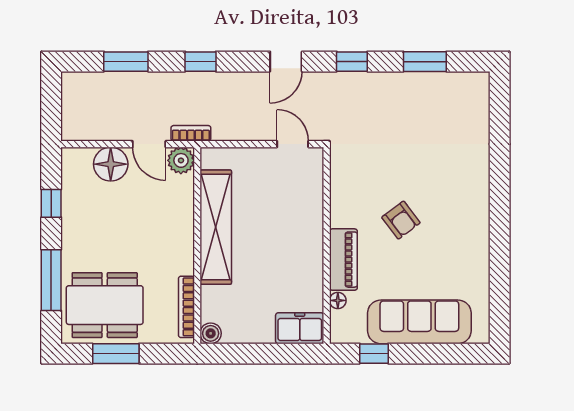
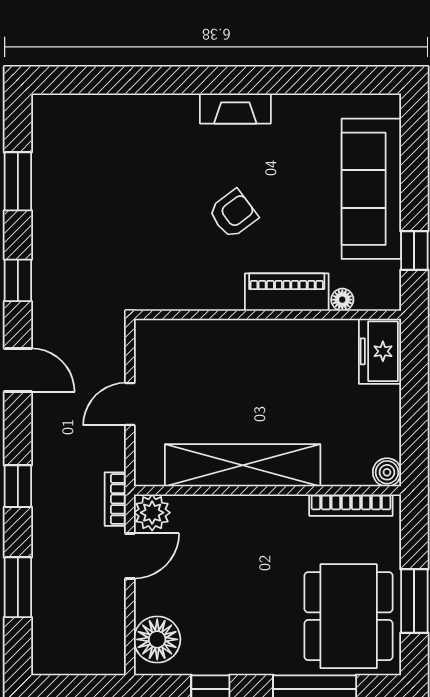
door: (293, 144) -> (130, 404), moved
floor lamp: (111, 164) -> (157, 639), moved
fireplace: (479, 222) -> (235, 108), added

